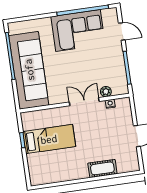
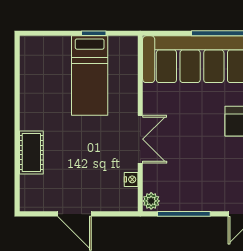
plant: (106, 92) -> (151, 201), moved

